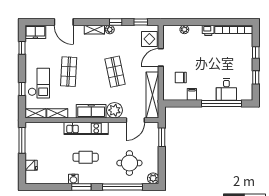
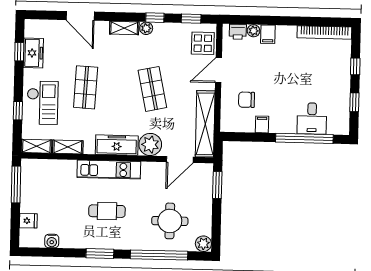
printer: (208, 30) -> (238, 32), moved
freezer: (35, 32) -> (33, 53), moved, turned -90
filing cabinet: (194, 32) -> (268, 34), added
water cooler: (73, 179) -> (52, 241), moved

